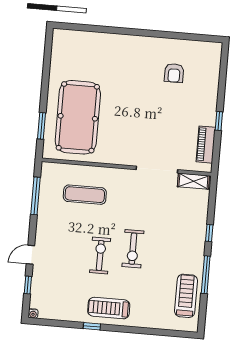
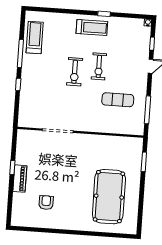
pool table: (78, 117) -> (109, 197), moved
piano: (206, 145) -> (20, 179), moved
shelving: (193, 181) -> (31, 123), removed
exercise mat: (85, 195) -> (118, 100), moved
exercise bike: (133, 249) -> (75, 72), turned 180
treadmill: (186, 296) -> (35, 37), turned 180

